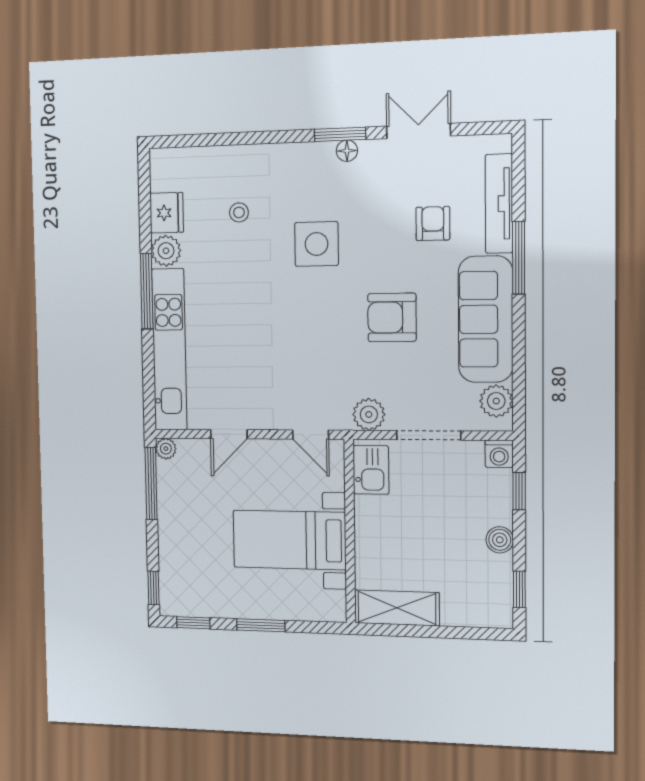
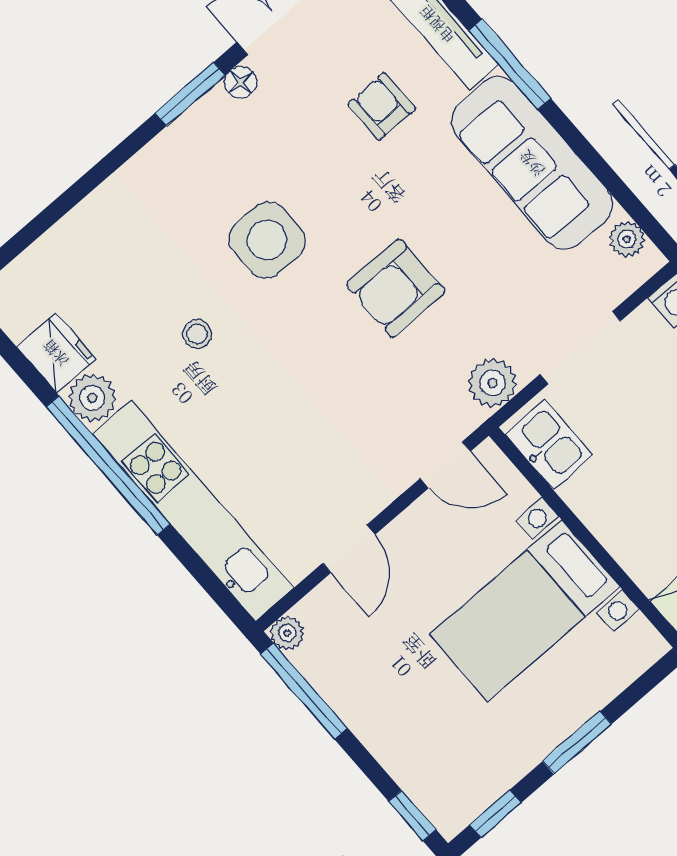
floor lamp: (347, 151) -> (241, 82), moved
stool: (239, 212) -> (197, 334), moved
window: (147, 291) -> (108, 466), width x1.46
armchair: (392, 317) -> (396, 288), moved
plant: (496, 401) -> (627, 239), width x0.73, depth x0.73

